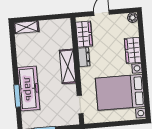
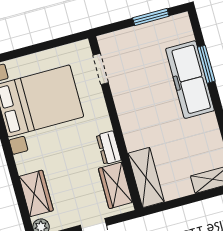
wardrobe: (133, 50) -> (36, 193), moved
shelving: (68, 66) -> (146, 178), moved

